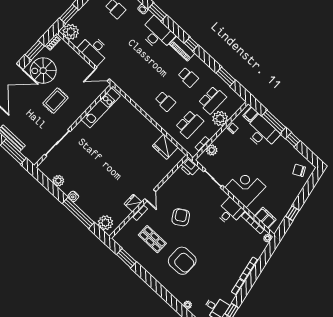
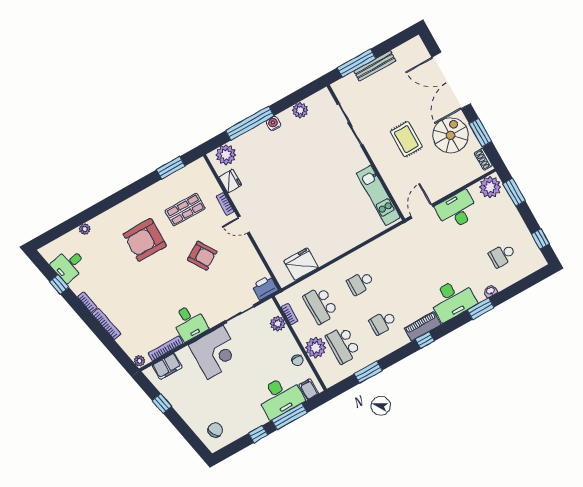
fridge: (133, 203) -> (230, 181), moved

